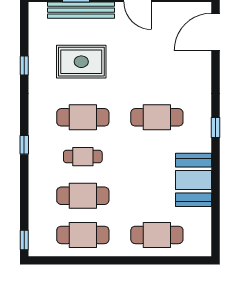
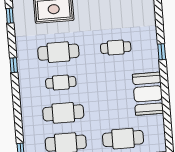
cafe table: (157, 117) -> (116, 48), width x0.73, depth x0.74
window: (24, 145) -> (14, 65), moved

